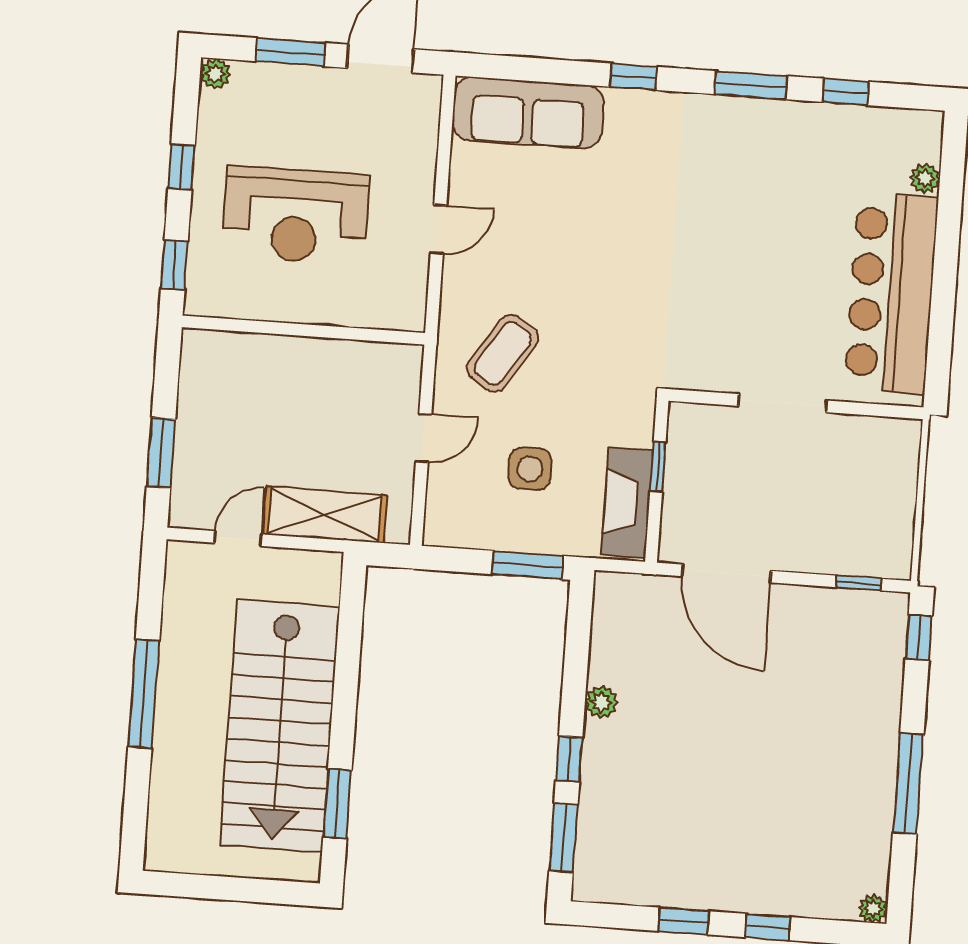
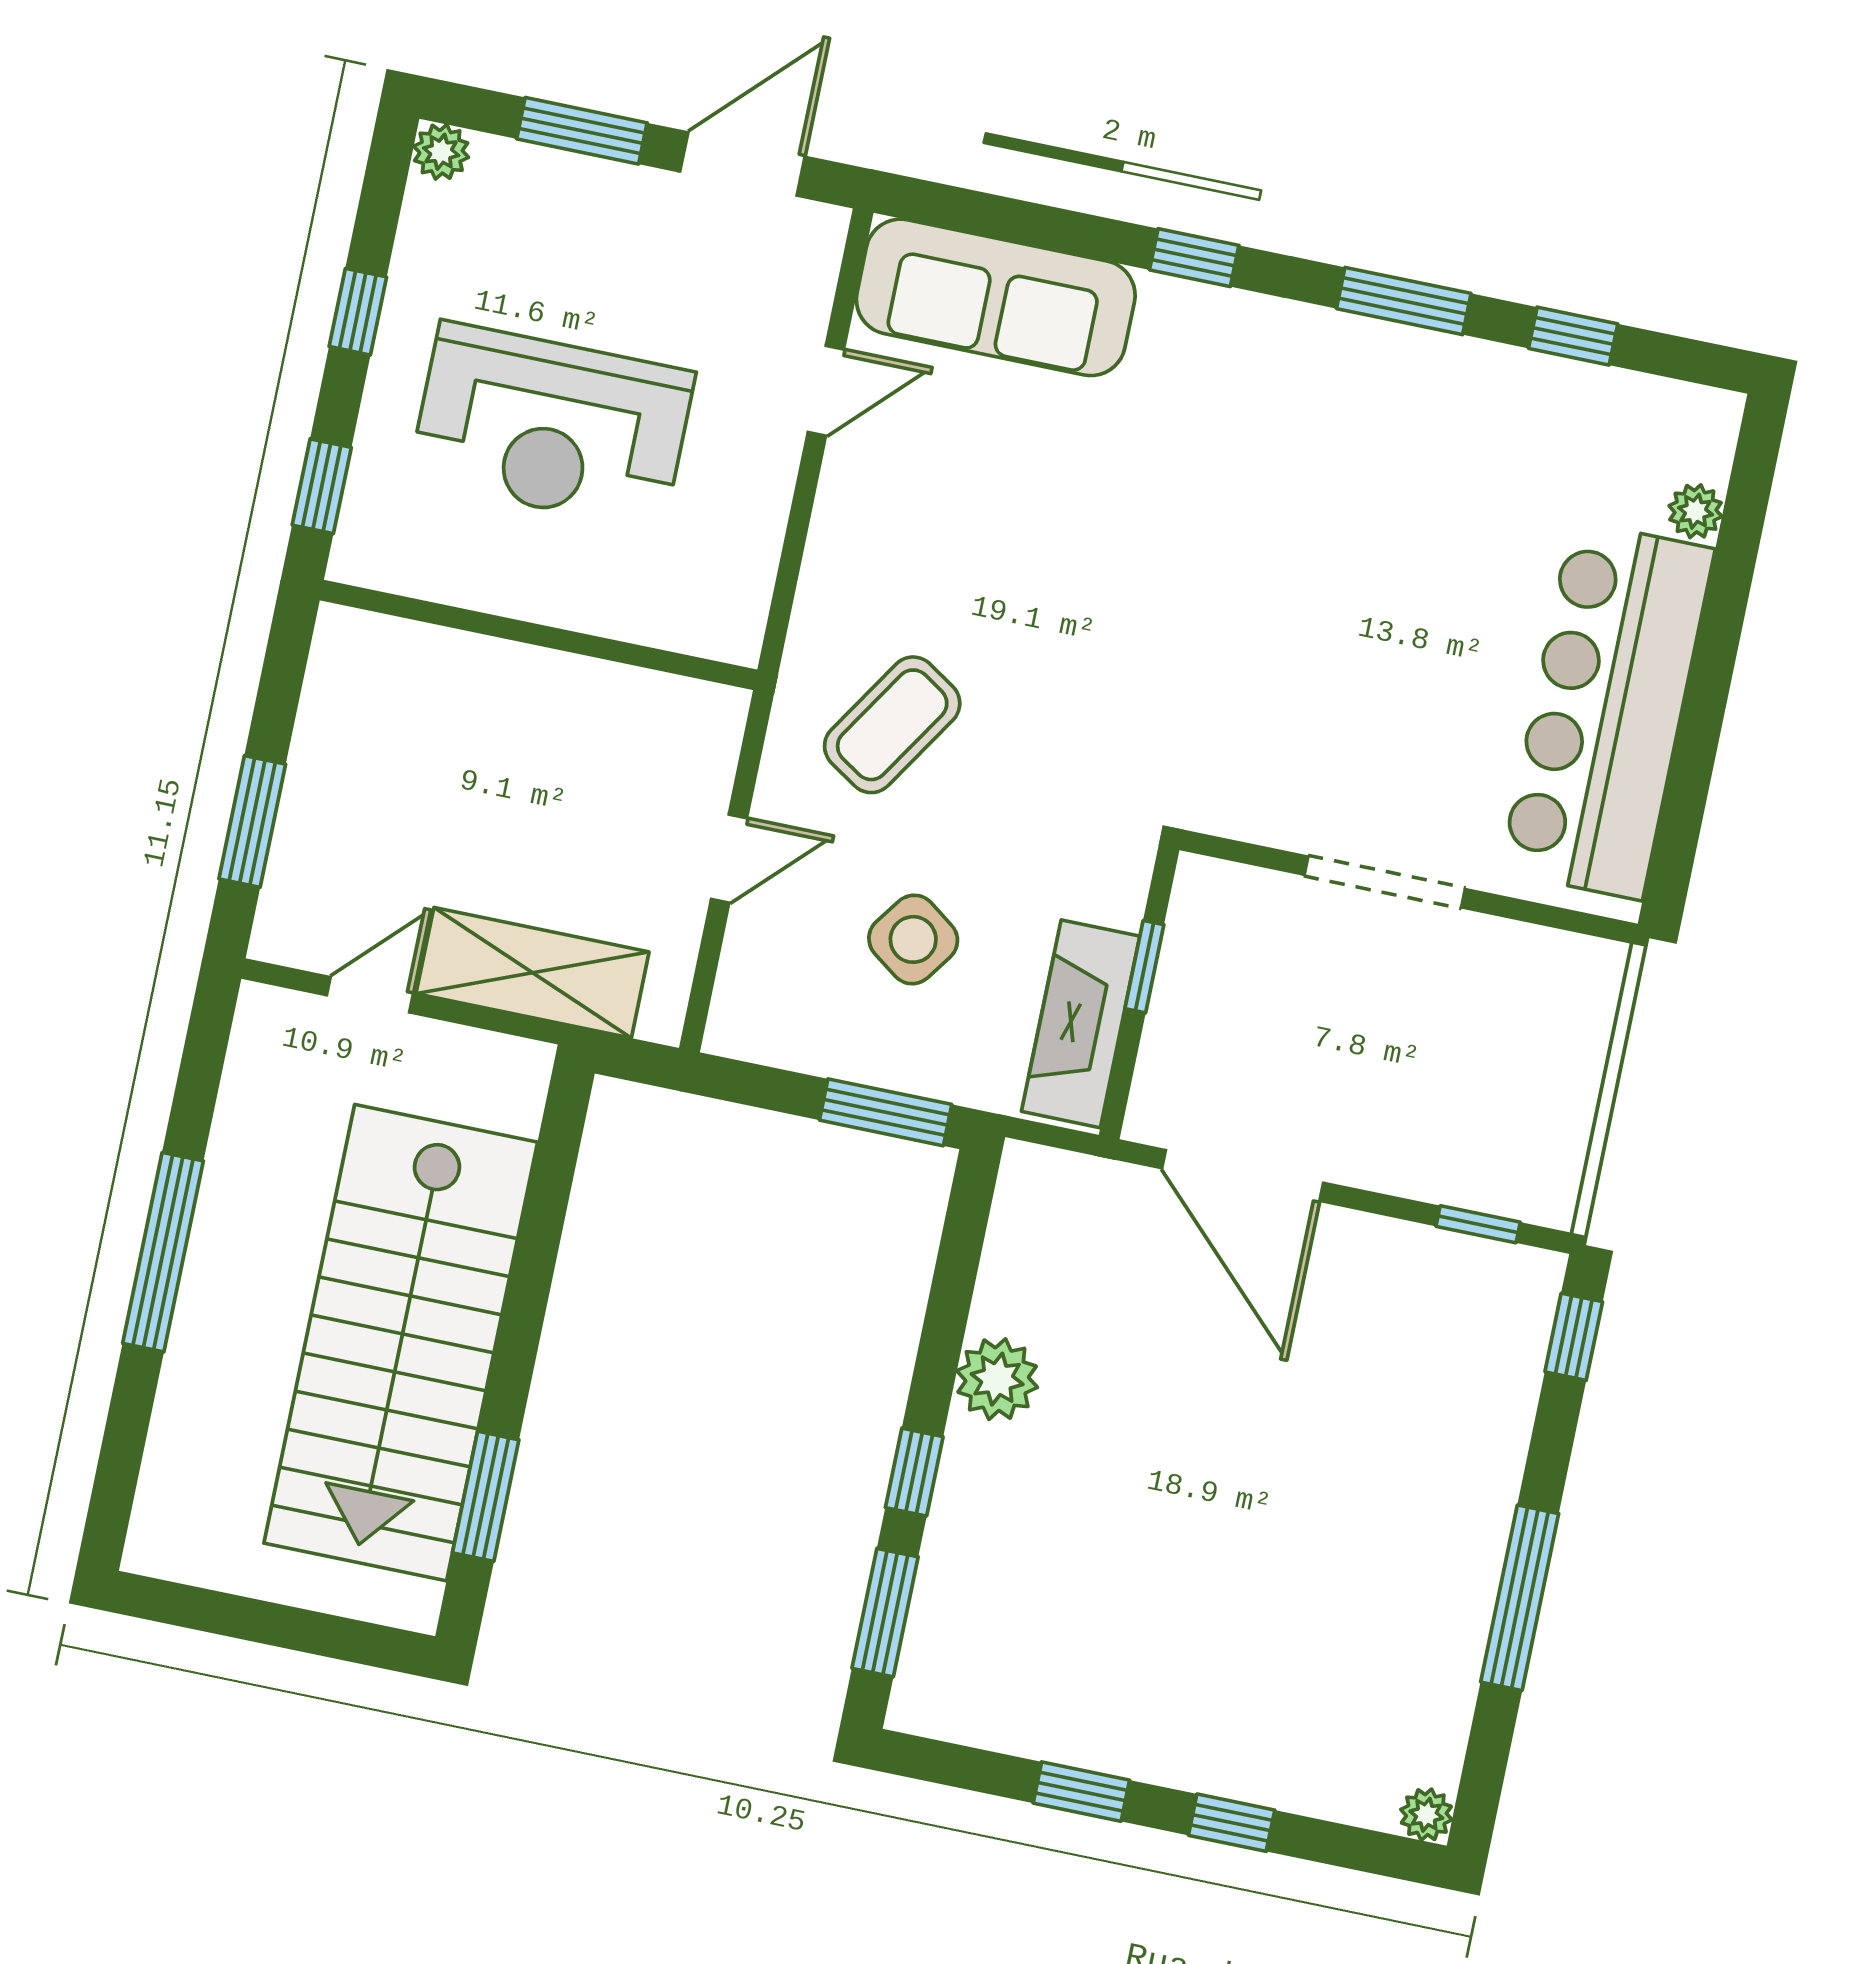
door: (439, 229) -> (826, 391), moved
side table: (530, 469) -> (913, 939), turned 36
plant: (601, 702) -> (997, 1379), width x1.38, depth x1.38

